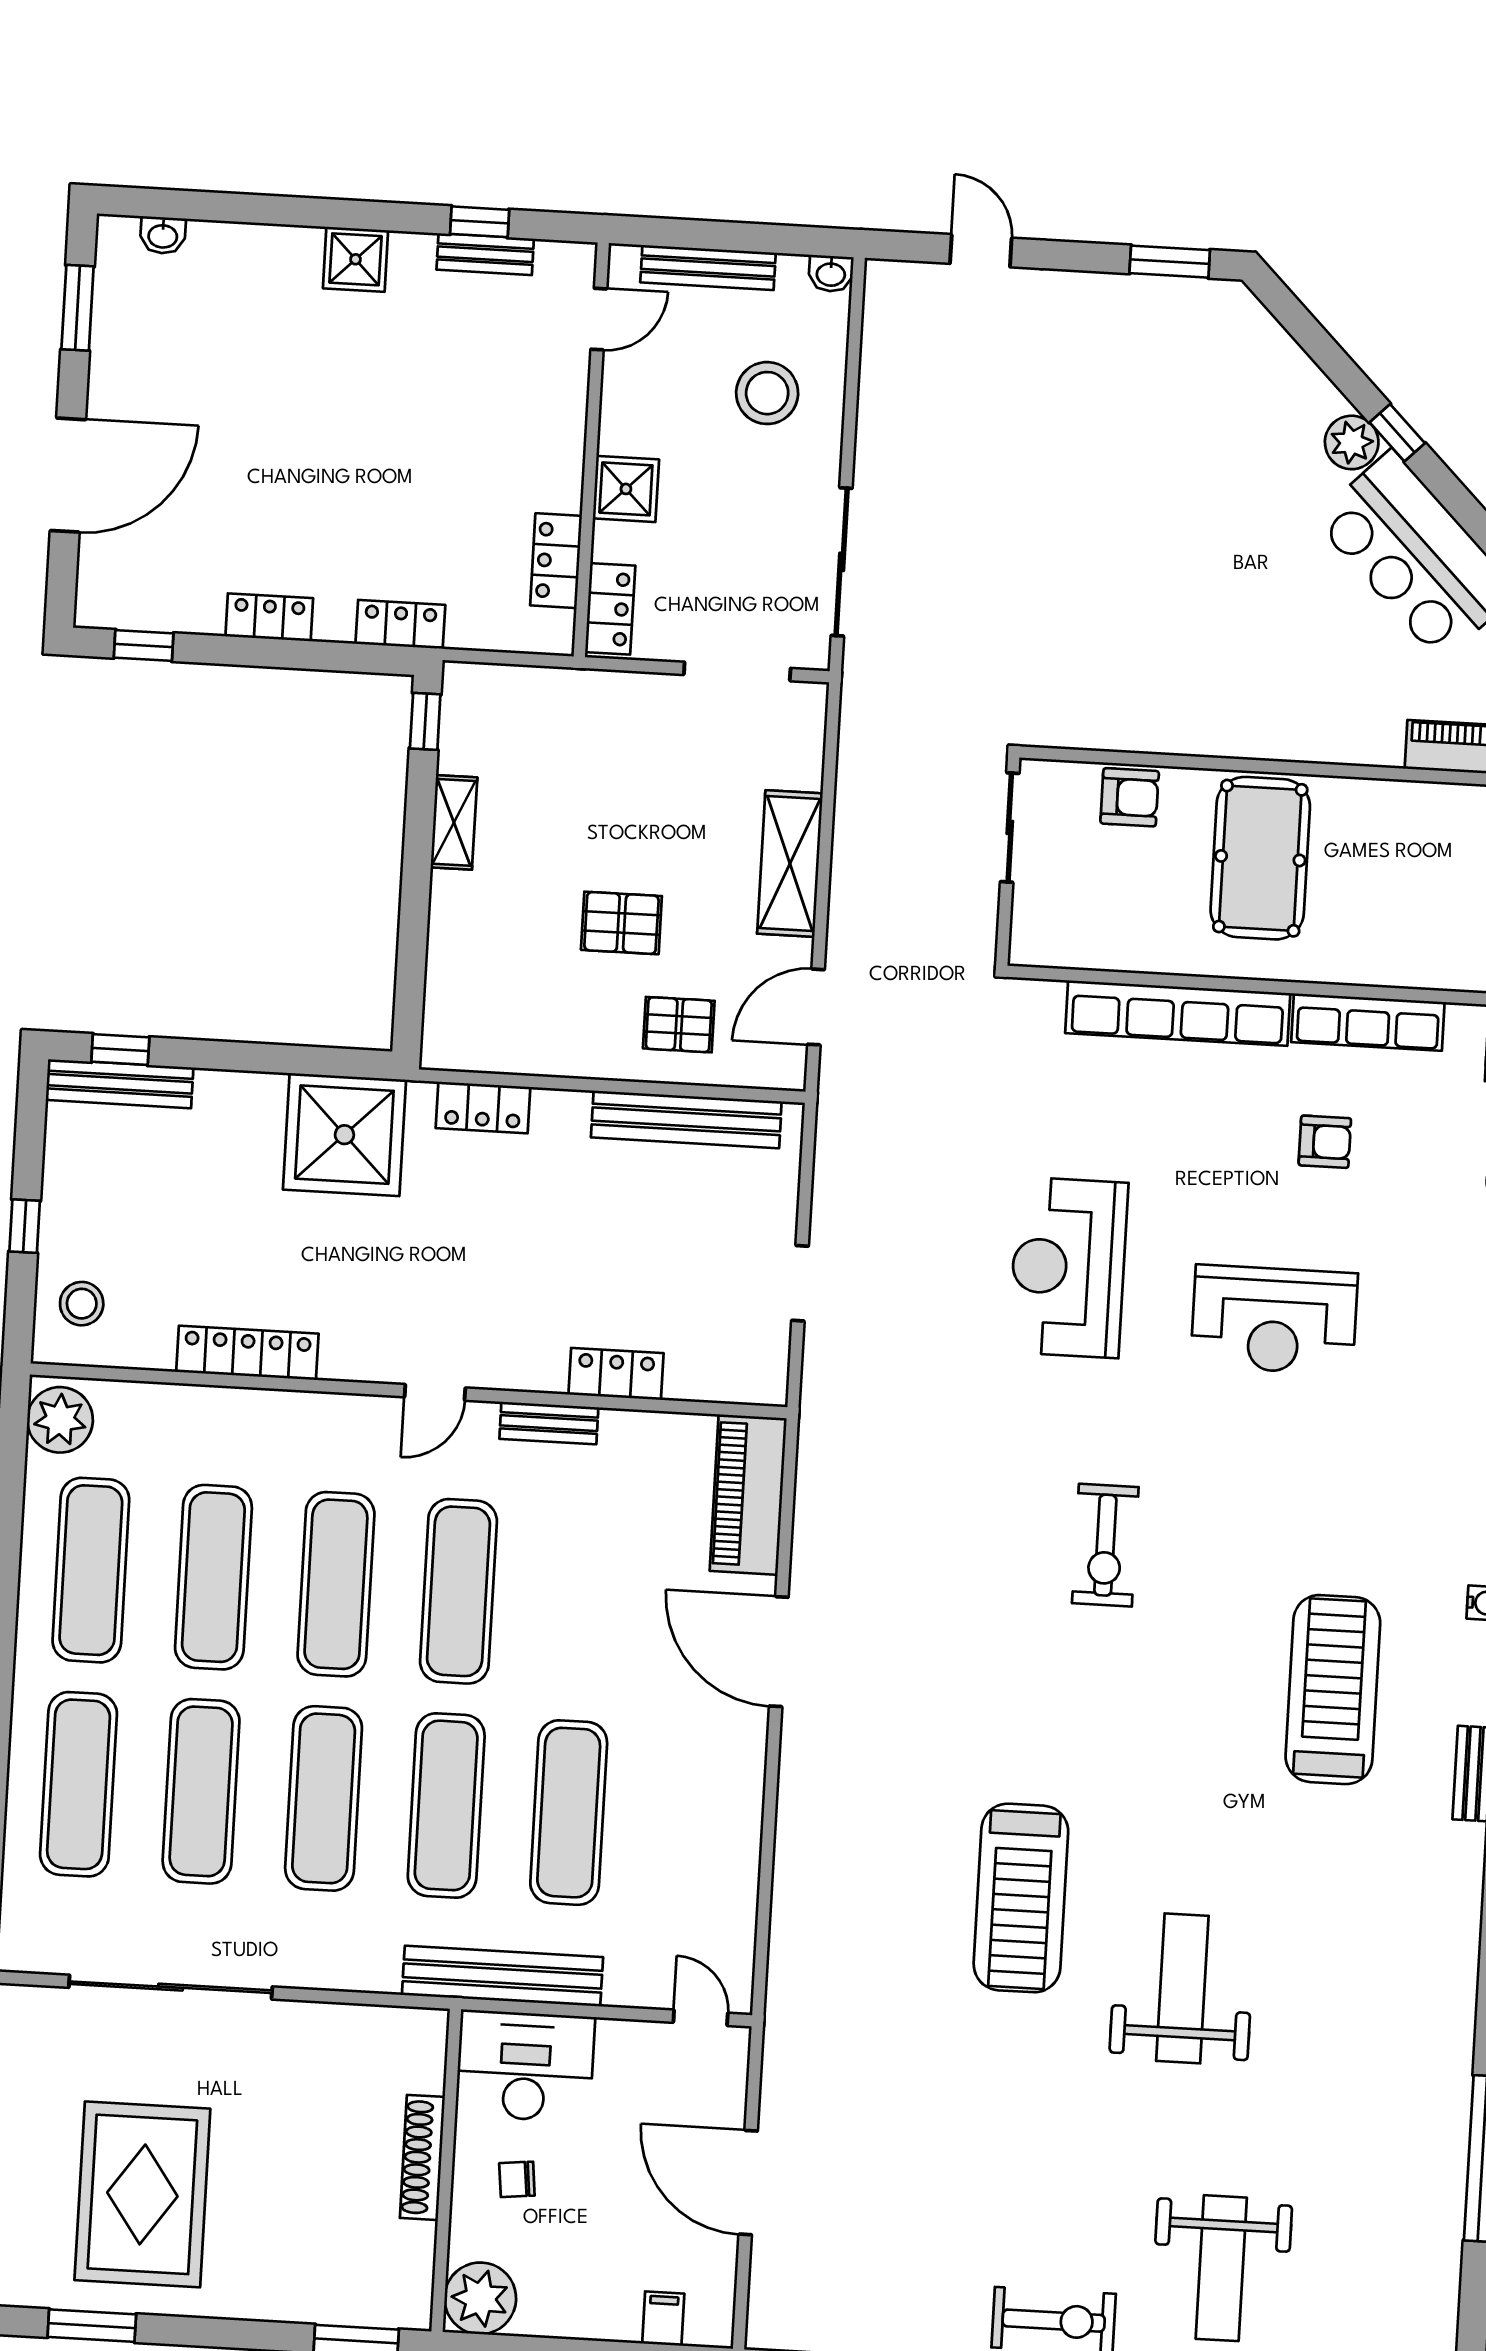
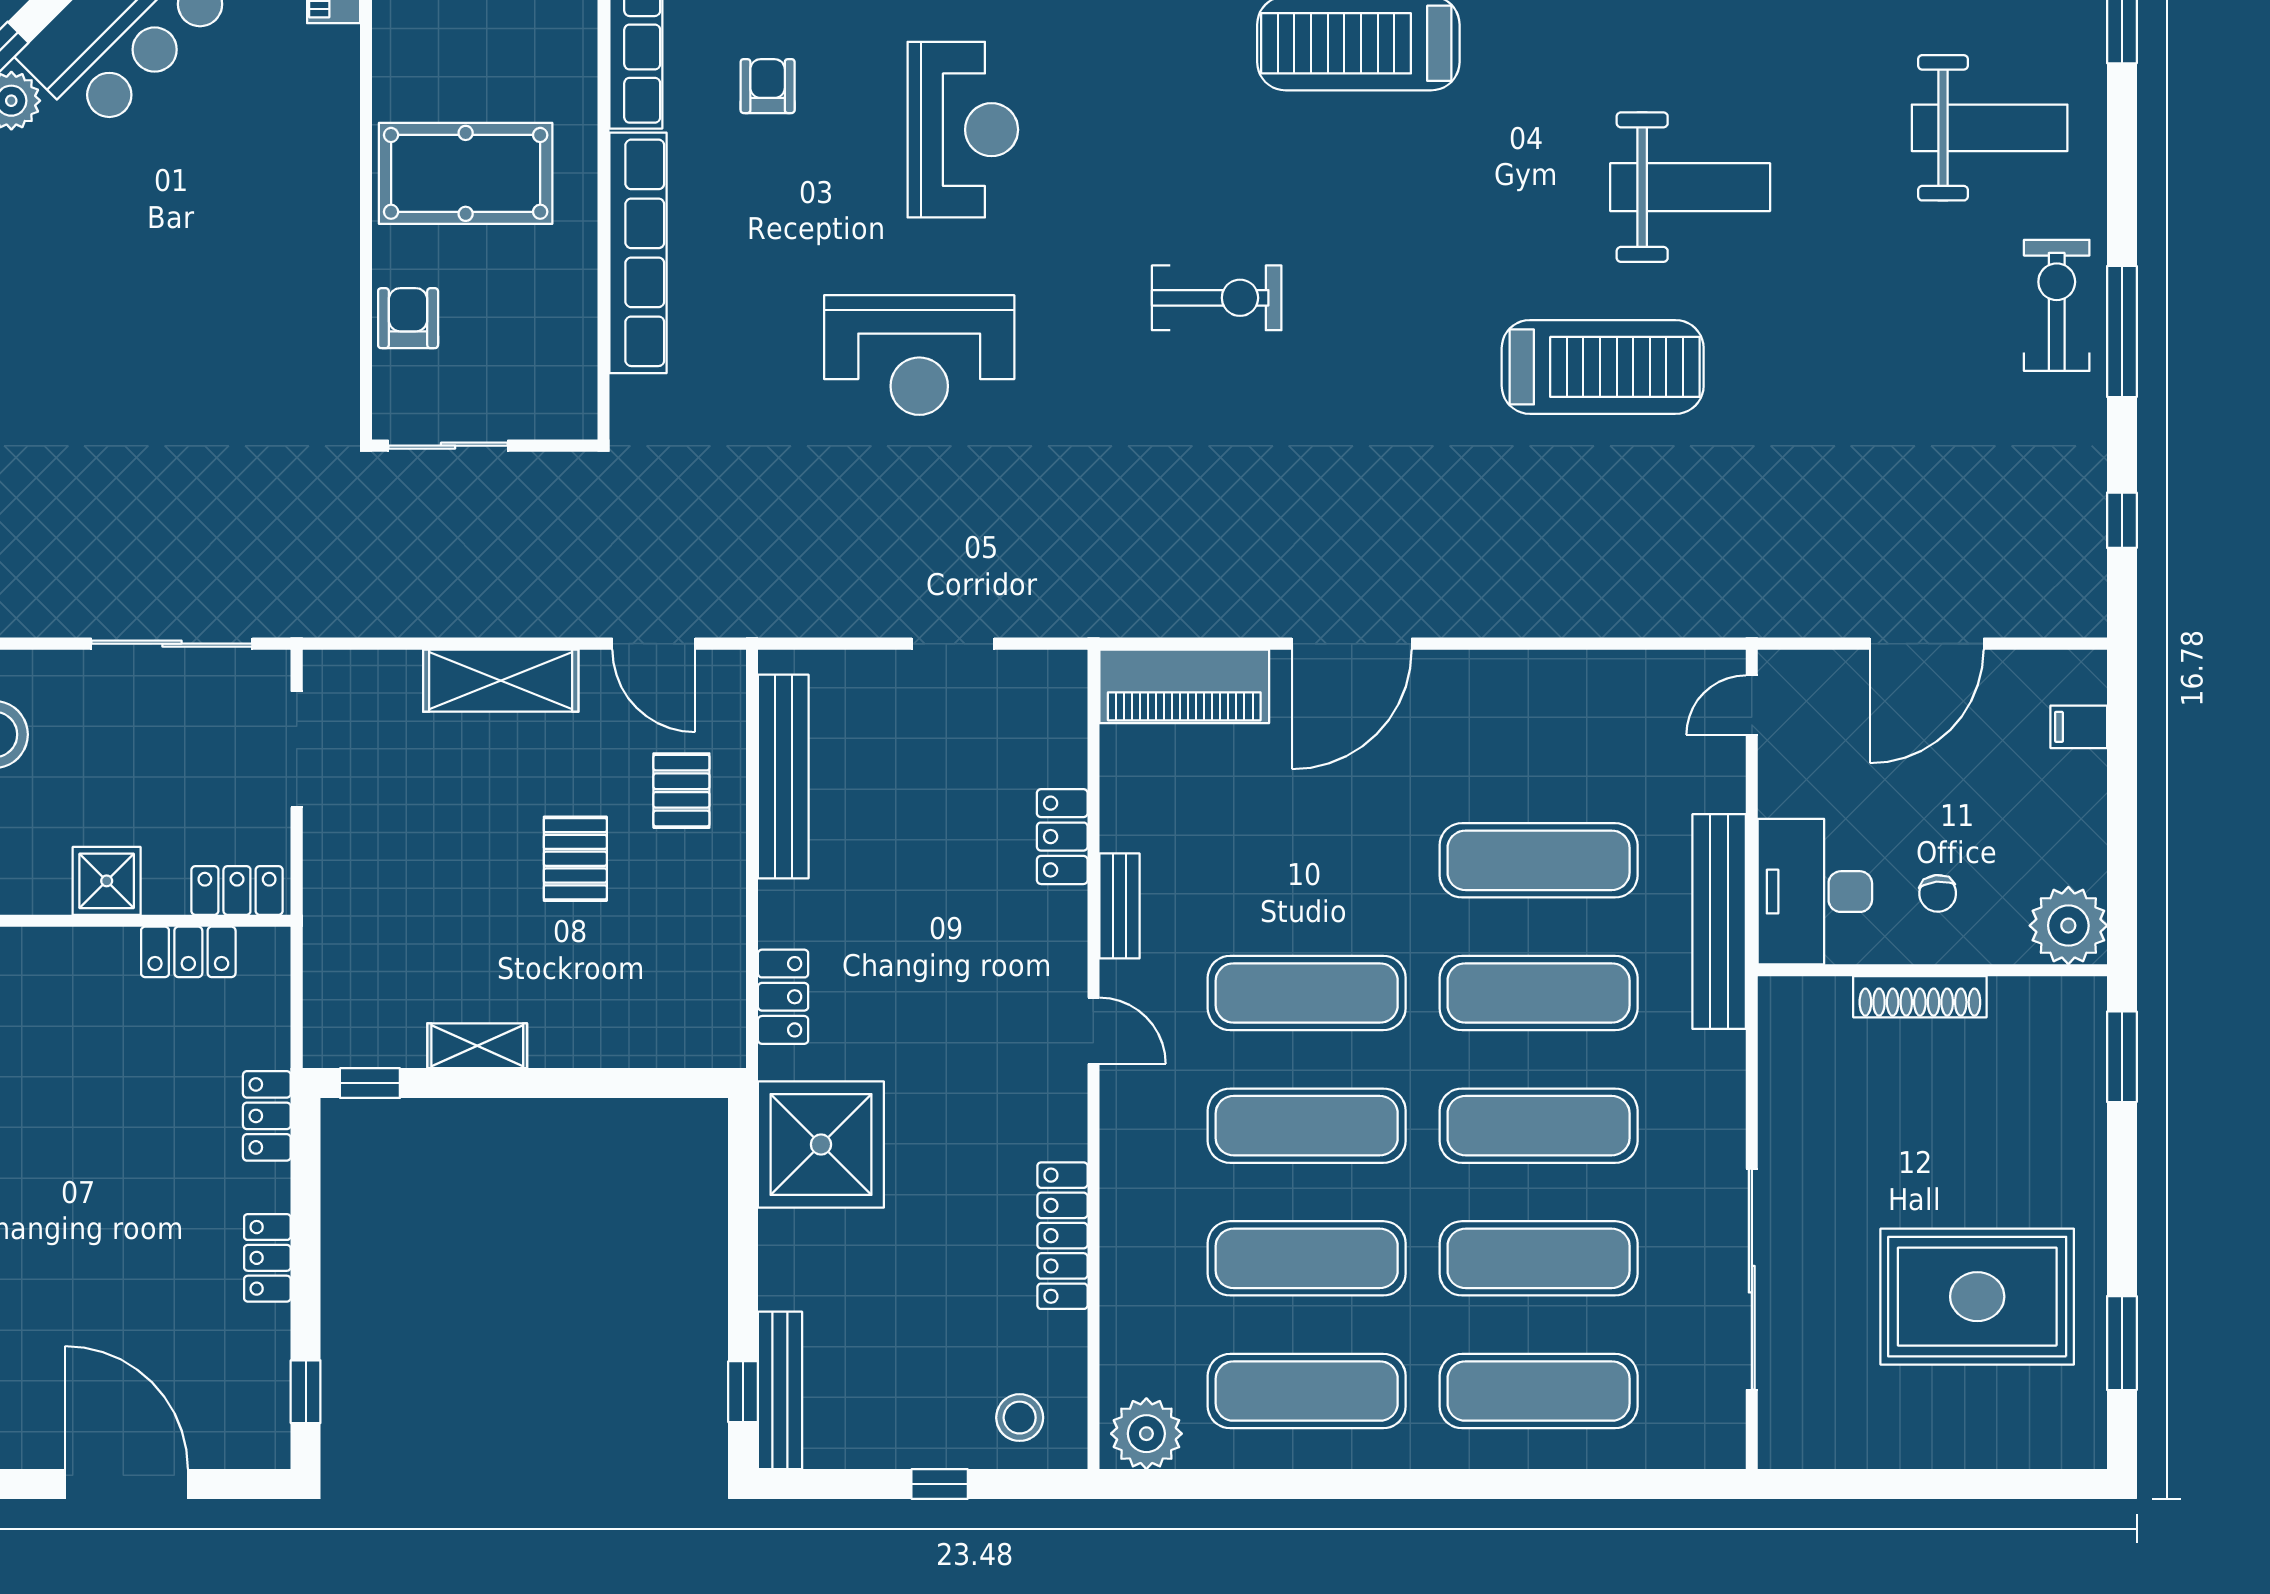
weight bench: (1182, 1988) -> (1690, 187), turned 180

